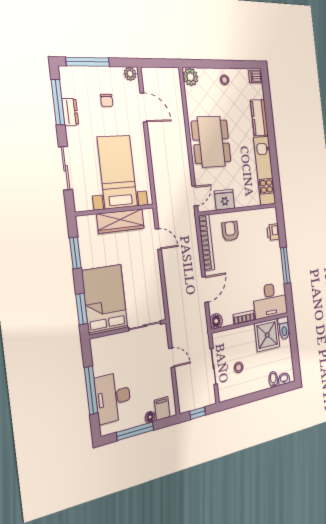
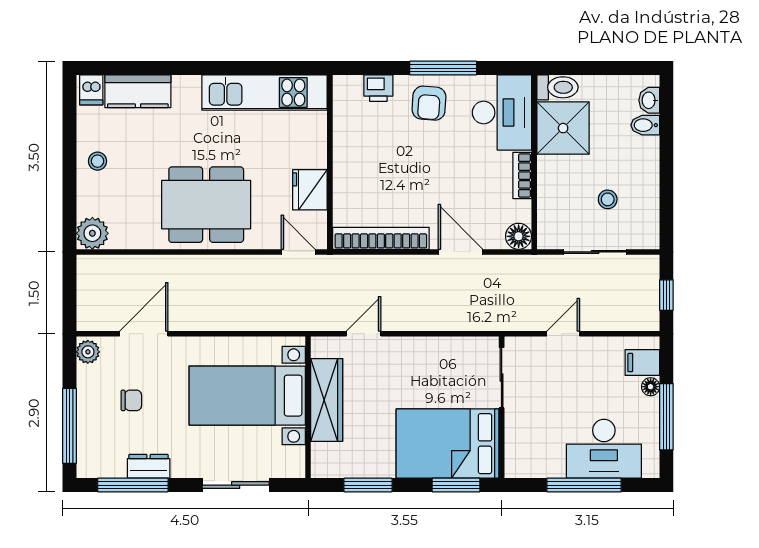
kitchen counter: (259, 118) -> (138, 91), moved
armchair: (230, 231) -> (429, 103), moved, turned -86

